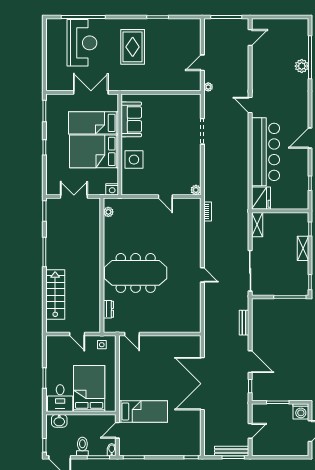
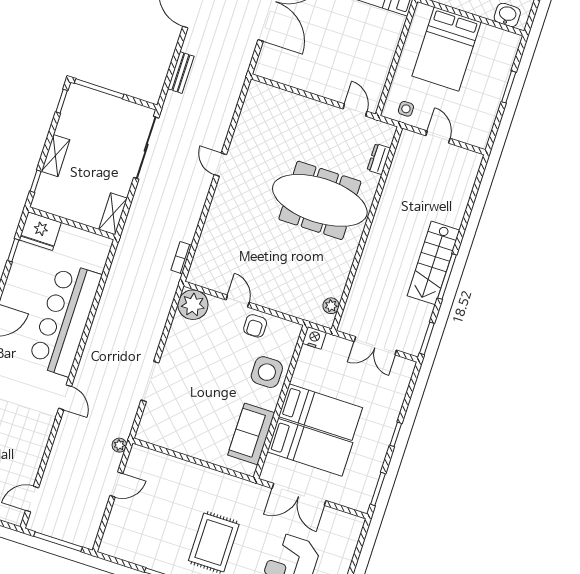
bed: (94, 151) -> (320, 412), width x0.67
armchair: (150, 185) -> (255, 326), added
plant: (196, 190) -> (193, 305), width x1.88, depth x1.88
fridge: (261, 198) -> (40, 231), moved, turned -90
stairs: (55, 294) -> (433, 263), moved
desk: (60, 398) -> (495, 49), removed

